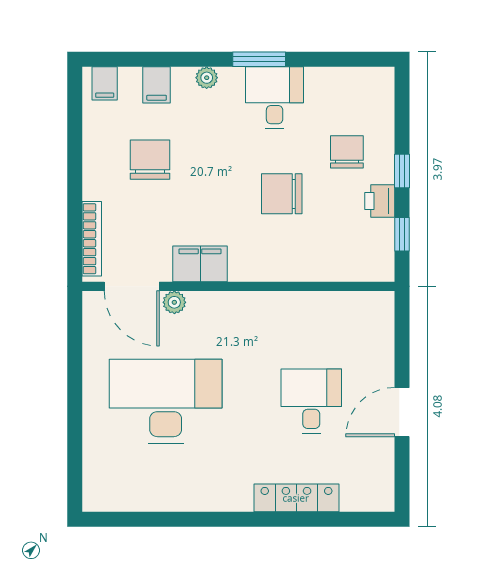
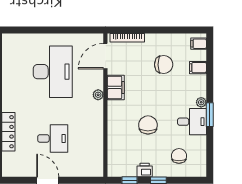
plant: (207, 78) -> (201, 102), moved
chair: (347, 152) -> (179, 156), moved, turned -90
plant: (174, 302) -> (98, 95), moved

